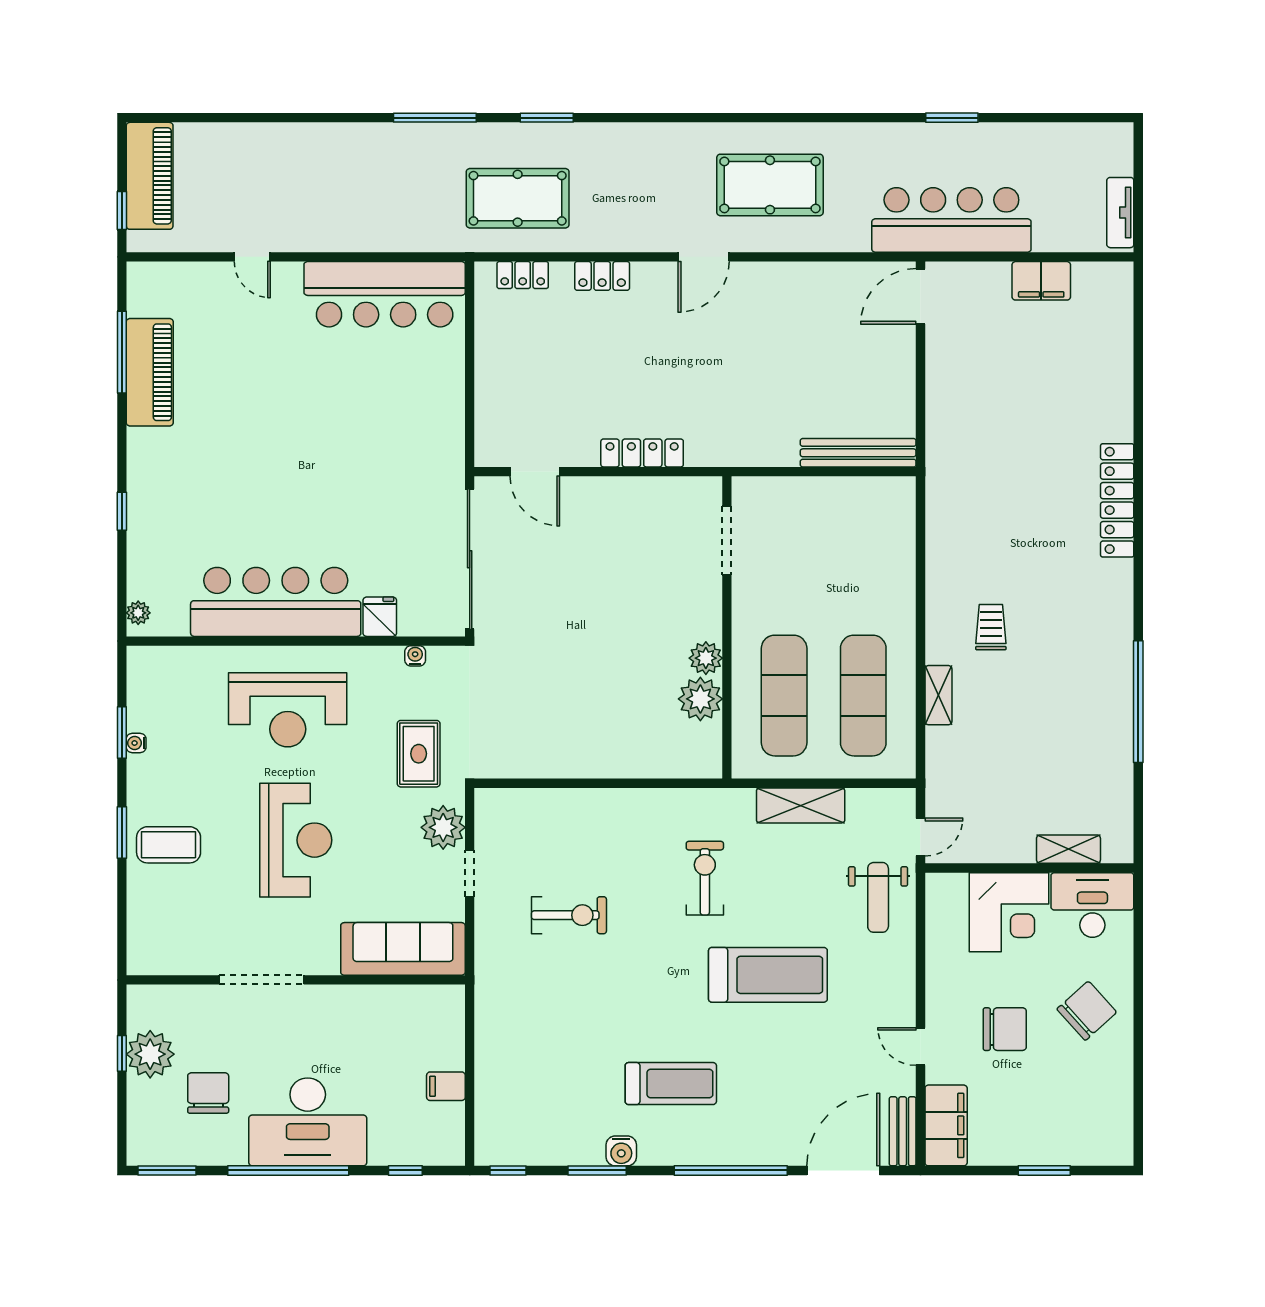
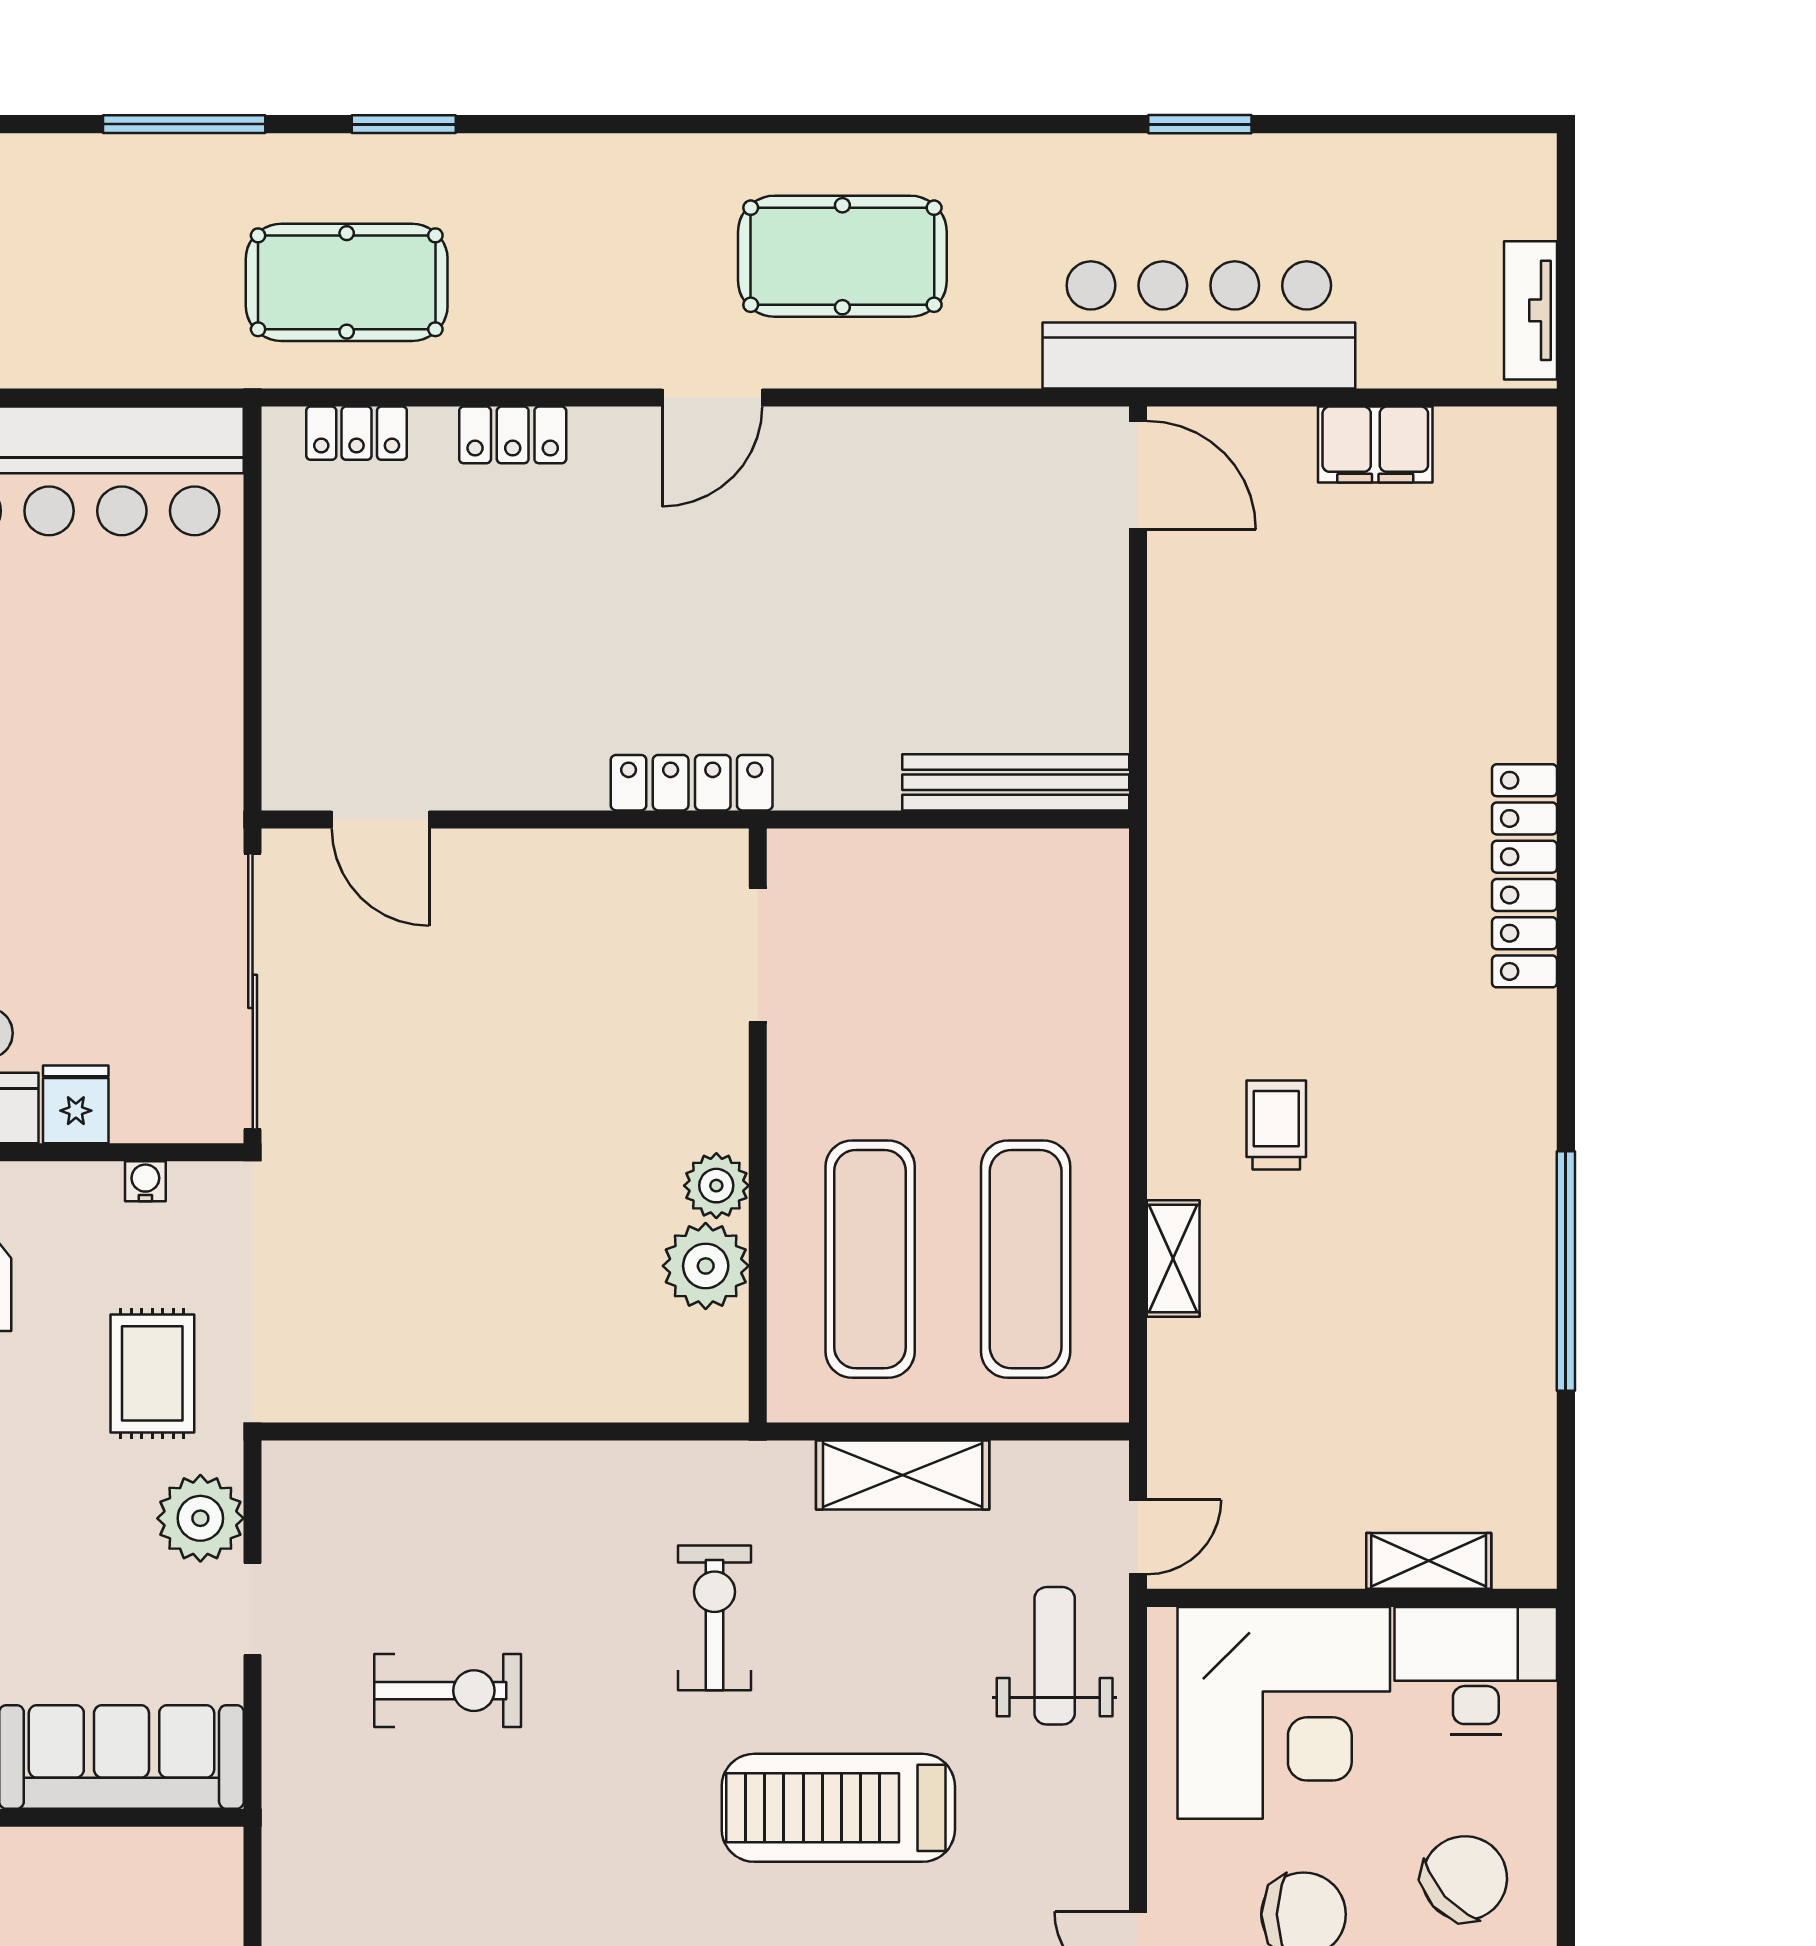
door: (920, 296) -> (1138, 475), swing flipped
locker: (642, 453) -> (692, 783), moved
weight bench: (878, 897) -> (1055, 1656), turned 180
corner desk: (1009, 912) -> (1284, 1713), width x1.36, depth x1.36
treadmill: (768, 975) -> (838, 1808), turned 180

